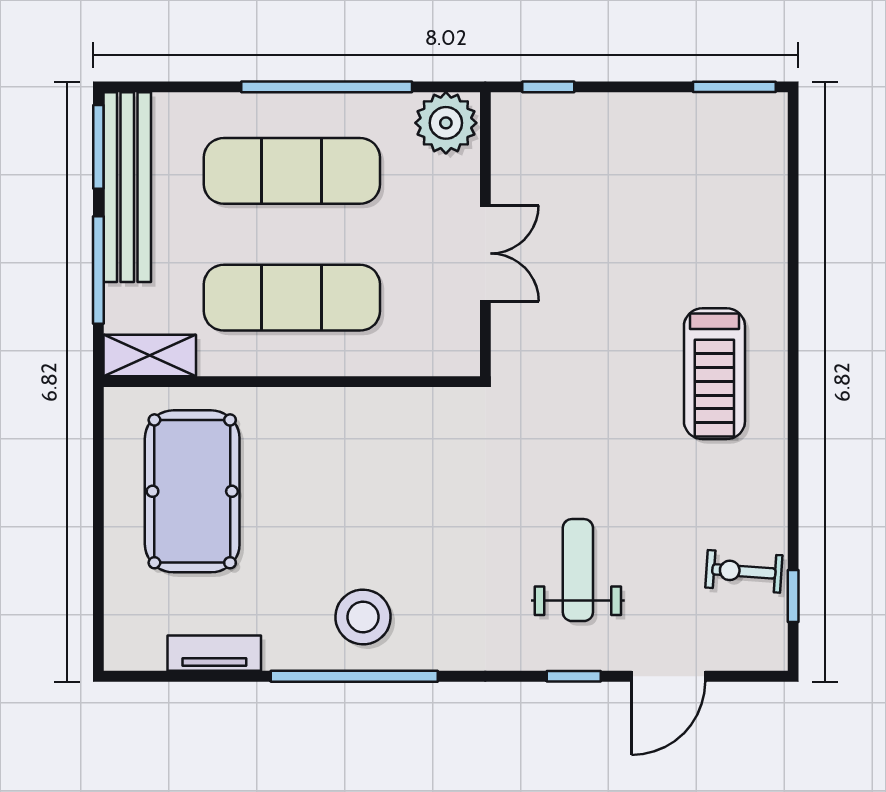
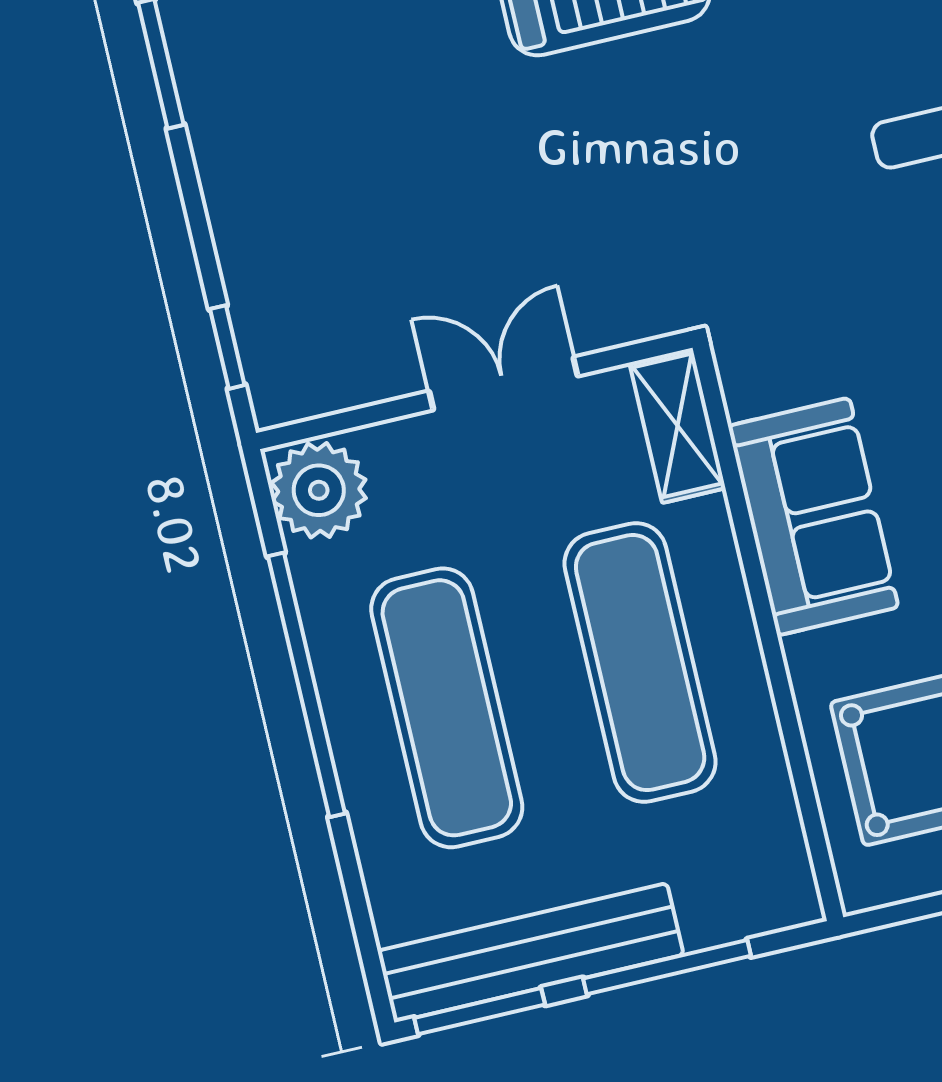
shelving: (150, 356) -> (677, 425), moved
sofa: (357, 427) -> (813, 517), added

